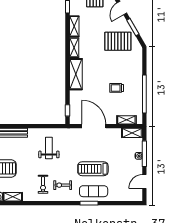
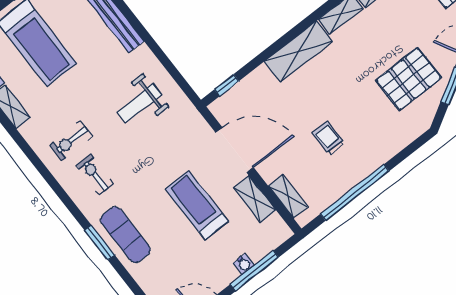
pallet: (118, 41) -> (409, 79), turned 90
door: (94, 126) -> (235, 150), hinge flipped
shelving: (132, 133) -> (255, 199), moved
weight bench: (49, 148) -> (139, 103), turned 180
treadmill: (93, 169) -> (197, 205), moved

